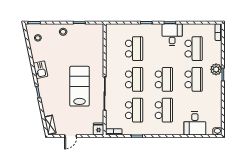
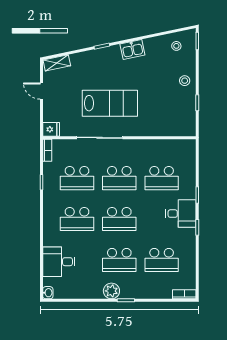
desk: (172, 35) -> (181, 214), moved
plant: (216, 69) -> (111, 291), moved

